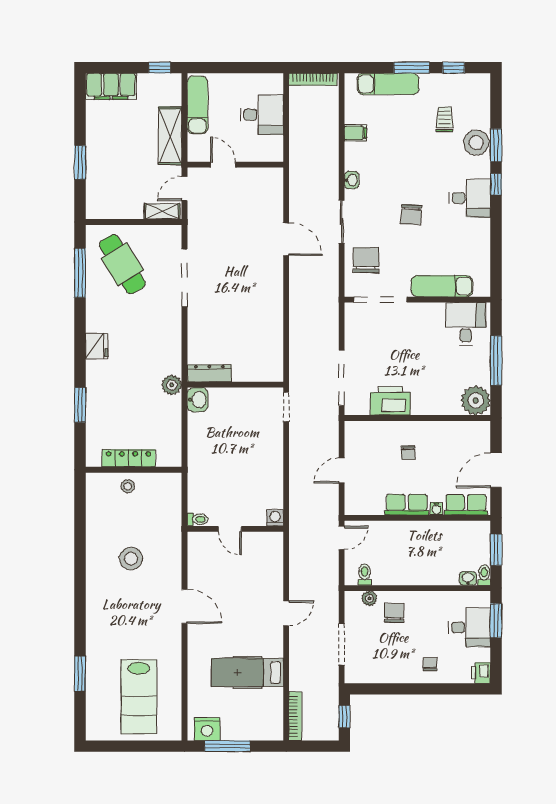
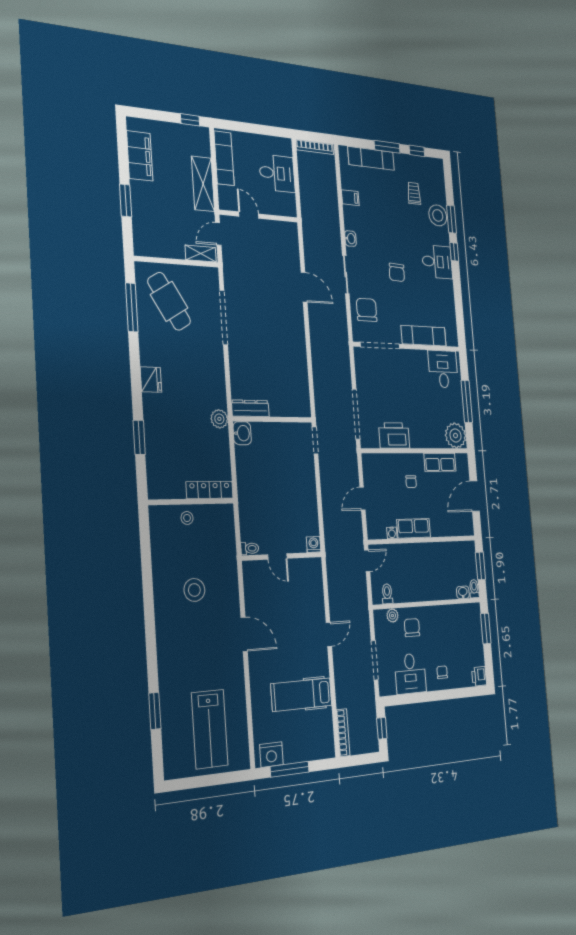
filing cabinet: (111, 86) -> (140, 156), moved, turned -90
locker: (129, 458) -> (210, 490), moved
row of seats: (466, 505) -> (440, 462), moved, turned 180
water cooler: (436, 509) -> (392, 533), moved
desk: (469, 627) -> (410, 674), moved, turned 90

